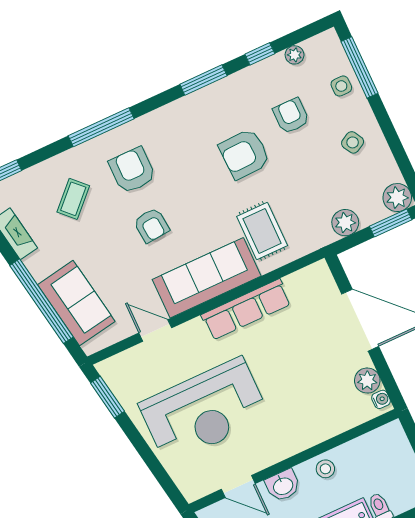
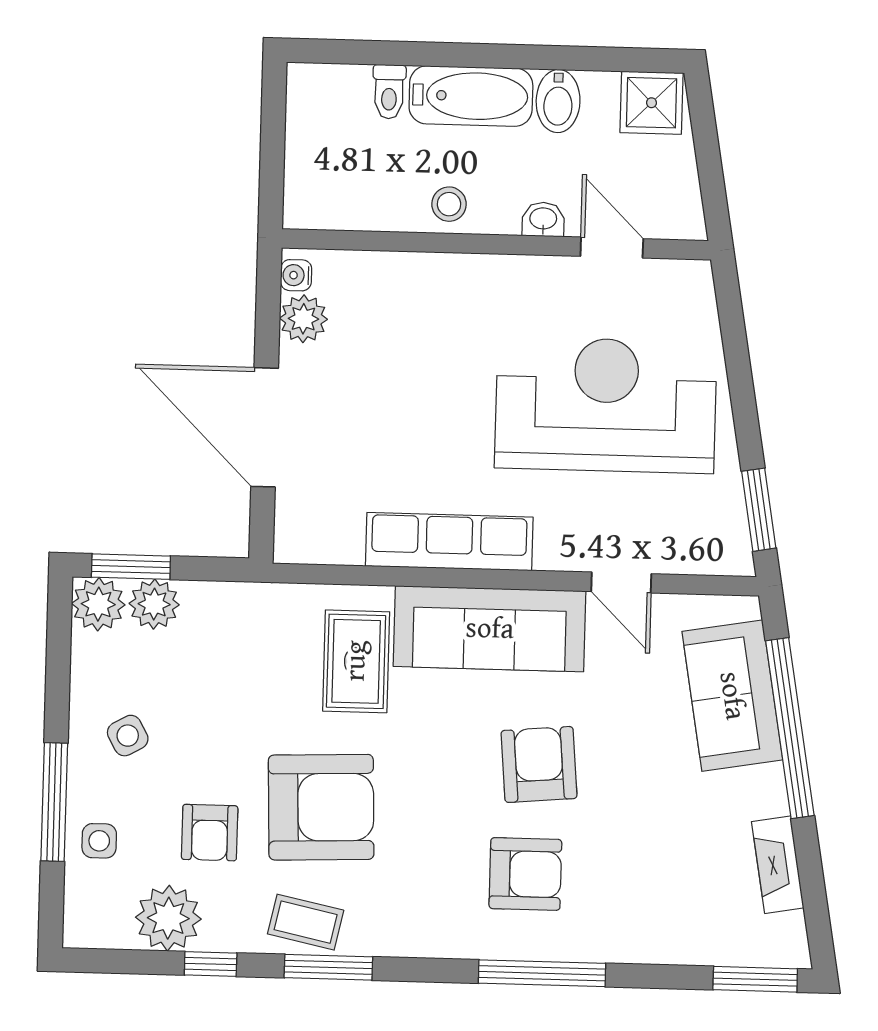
plant: (295, 55) -> (168, 918), width x1.88, depth x1.88
window: (359, 67) -> (54, 802), moved
armchair: (244, 154) -> (321, 807), width x1.36, depth x1.36
armchair: (132, 170) -> (525, 874), turned -90
coffee table: (73, 199) -> (306, 922), moved, turned 57
plant: (345, 223) -> (154, 604), moved
armchair: (151, 225) -> (539, 764), width x1.38, depth x1.38
washbasin: (283, 486) -> (543, 219), width x0.72, depth x0.69

